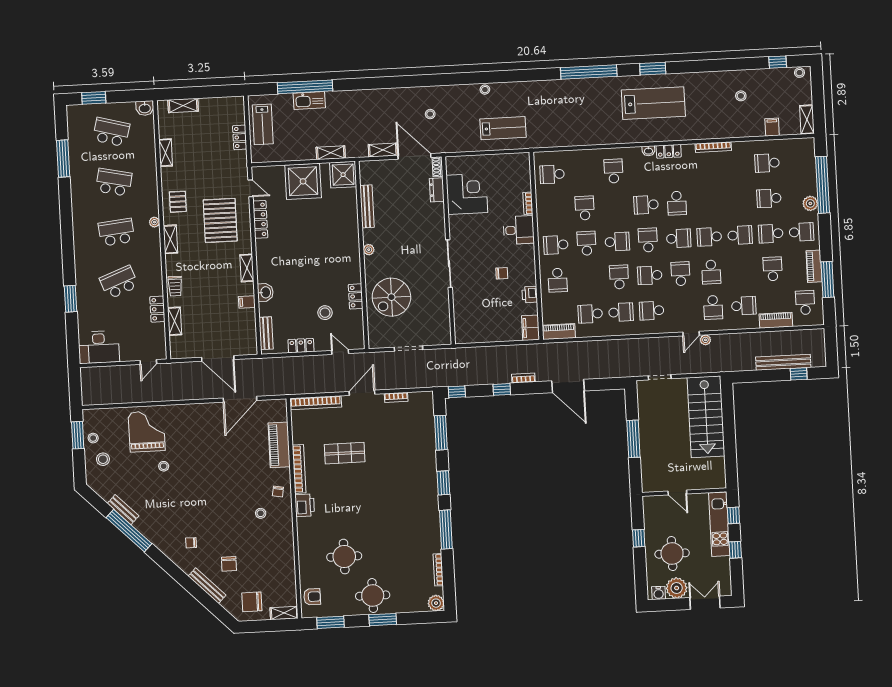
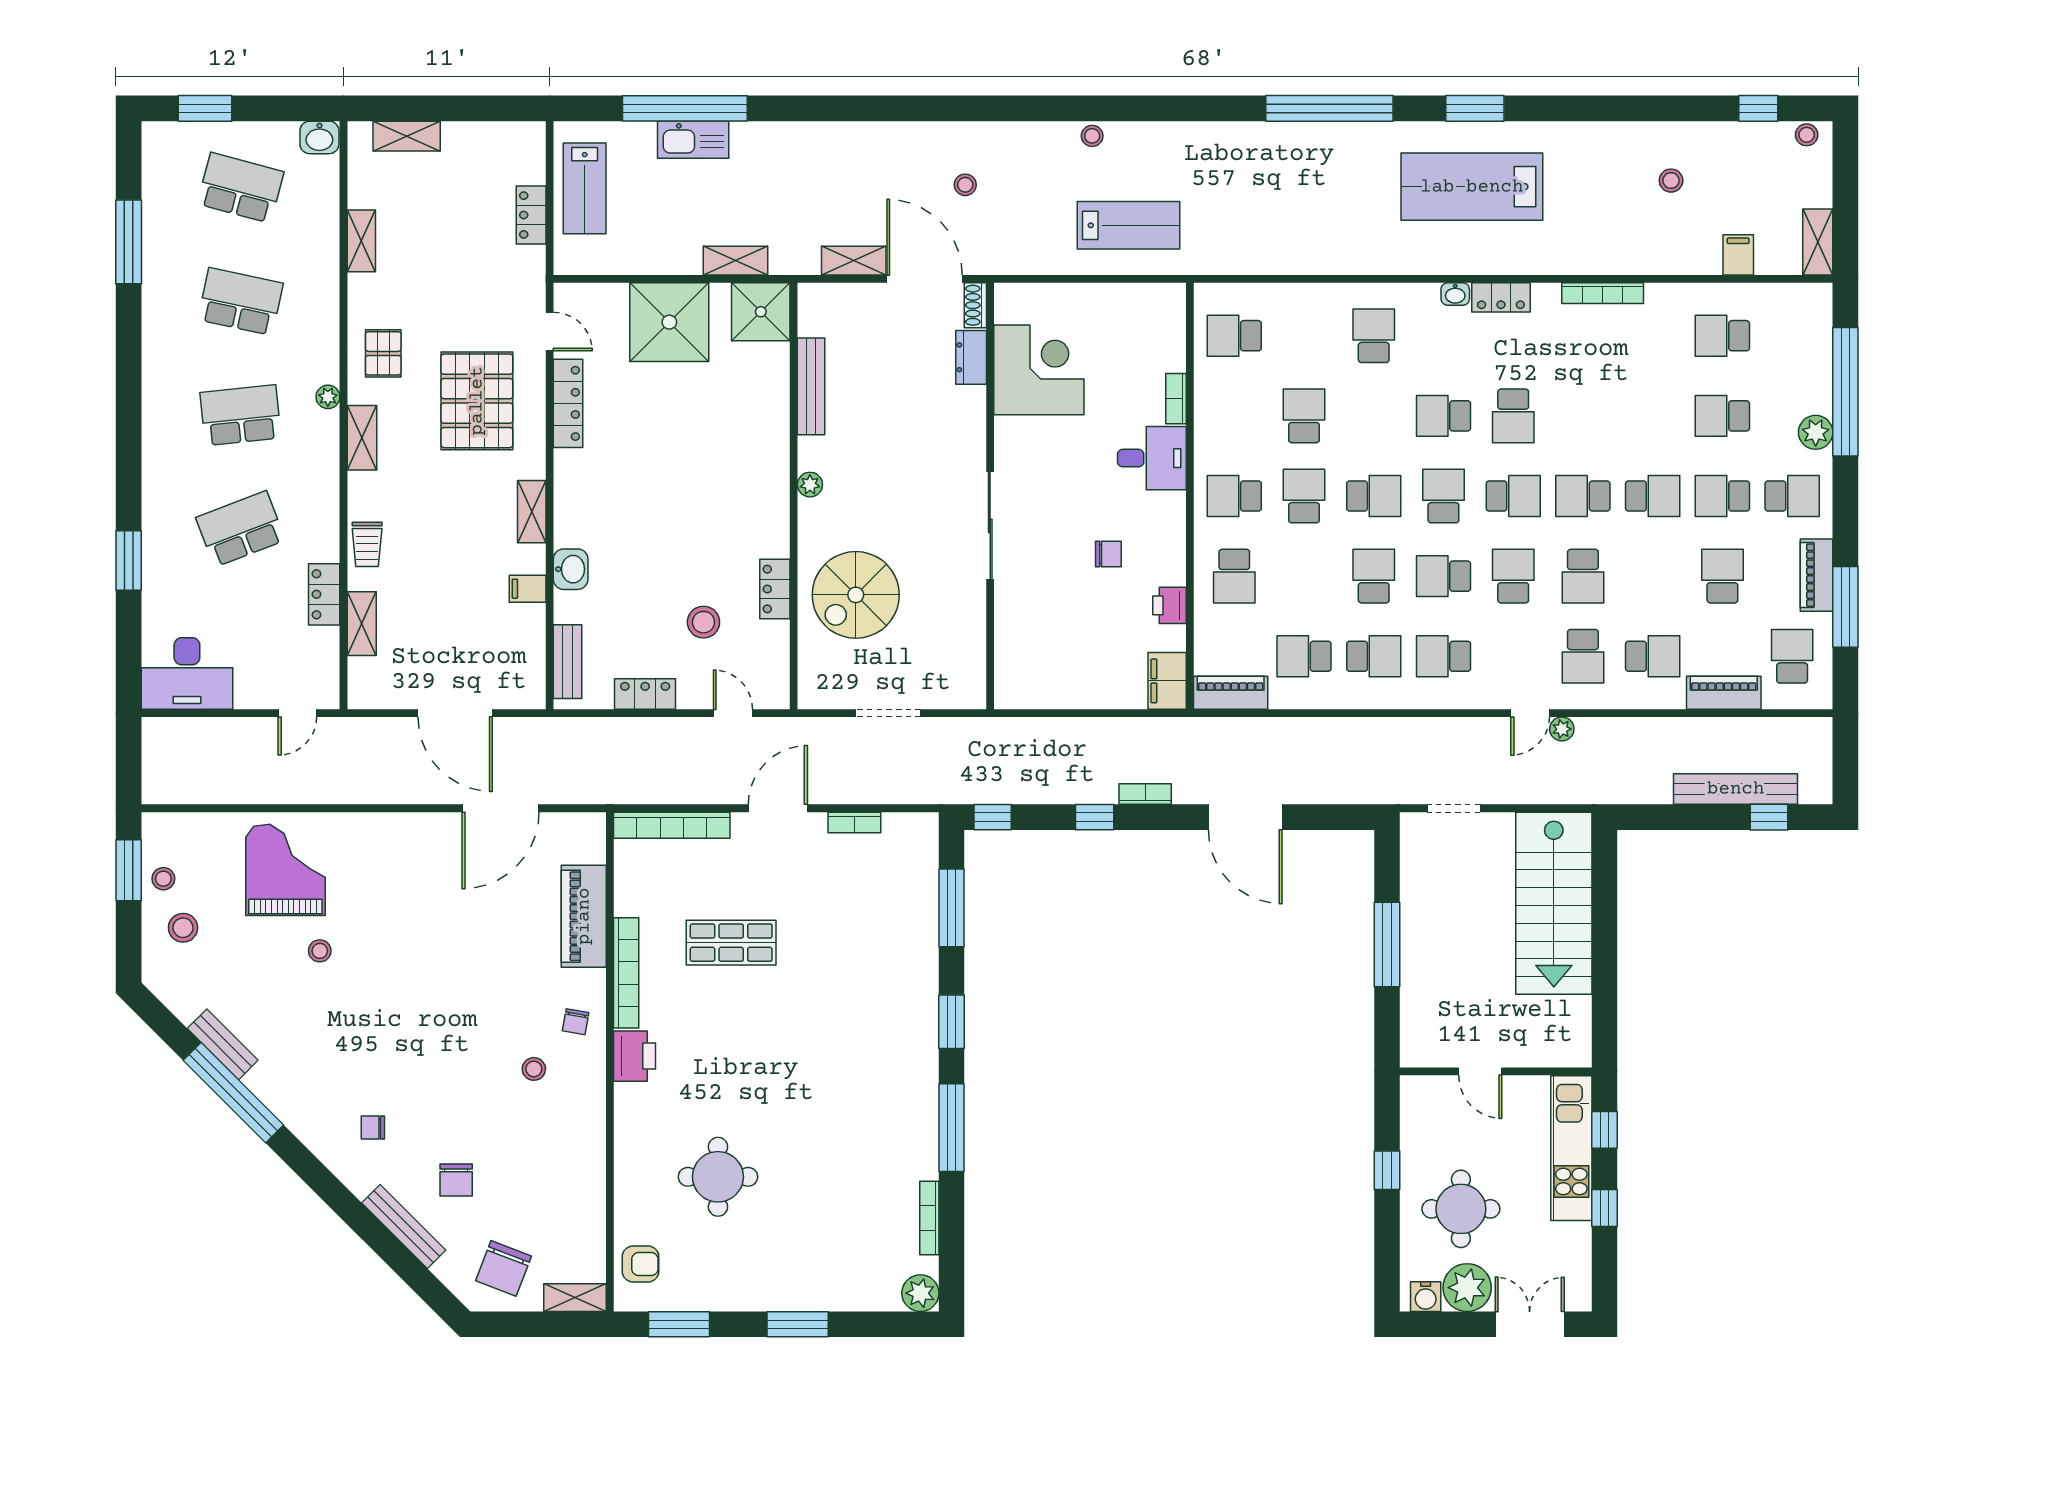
lab bench: (653, 103) -> (1472, 187), turned 180
round table: (373, 596) -> (778, 1269), removed
chair: (252, 602) -> (504, 1268), turned -69

